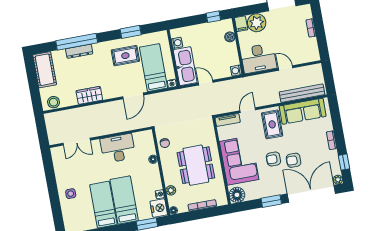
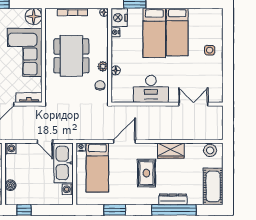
rug: (125, 56) -> (146, 173), moved, turned 90
plant: (171, 190) -> (103, 66), moved

